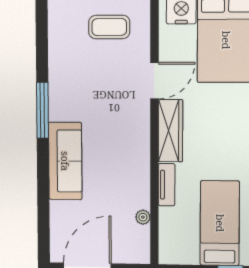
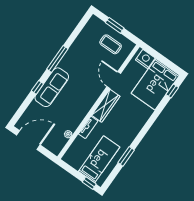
door: (154, 81) -> (114, 80), swing flipped
window: (43, 177) -> (37, 87), added

